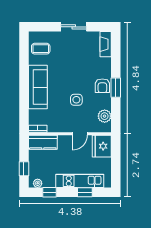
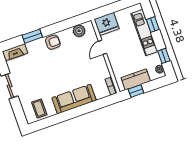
window: (116, 88) -> (32, 36), moved
side table: (76, 100) -> (73, 61), removed
door: (80, 134) -> (102, 47), swing flipped
kitchen counter: (43, 142) -> (136, 79), moved, turned -90
window: (24, 169) -> (136, 91), moved

